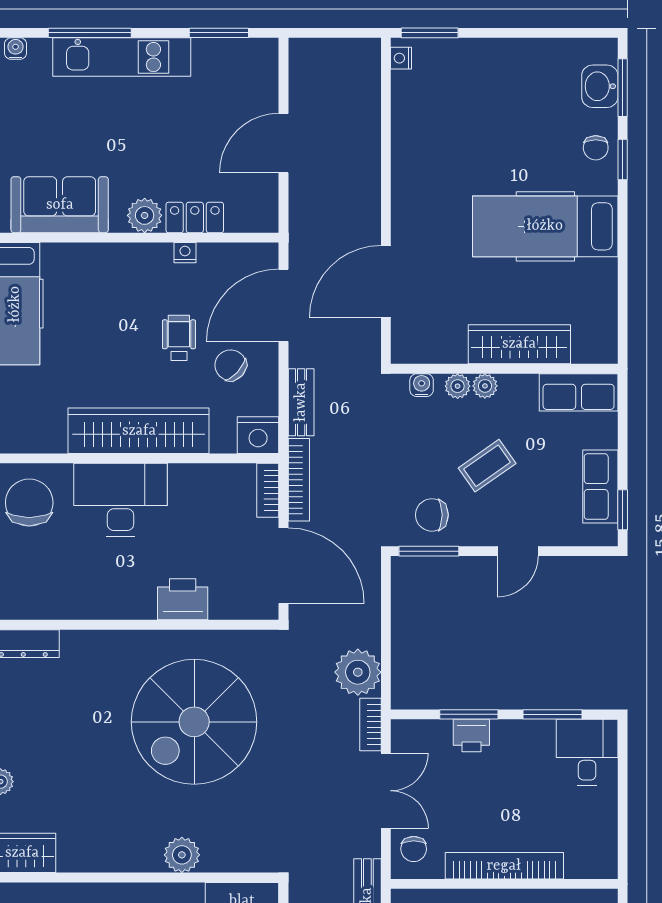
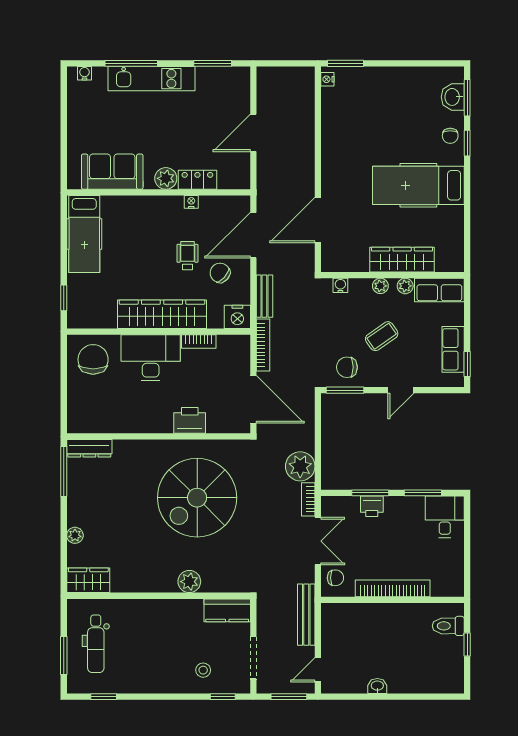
plant: (458, 386) -> (405, 286), moved
bookcase: (268, 490) -> (199, 341), moved, turned -90
chair: (414, 849) -> (335, 578), turned -90

